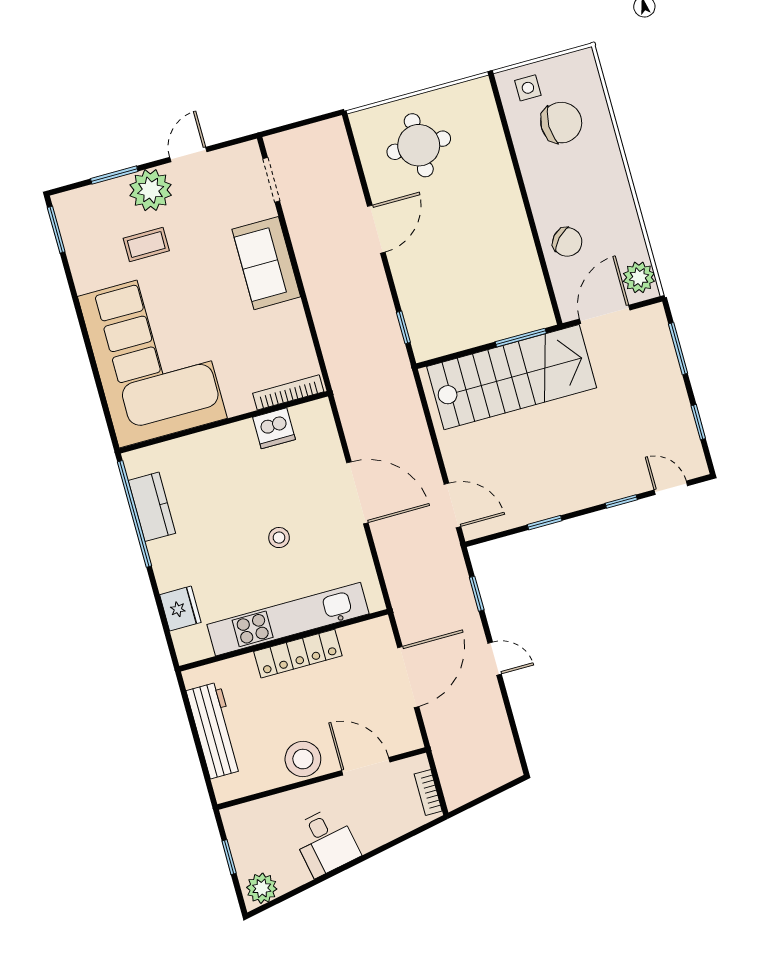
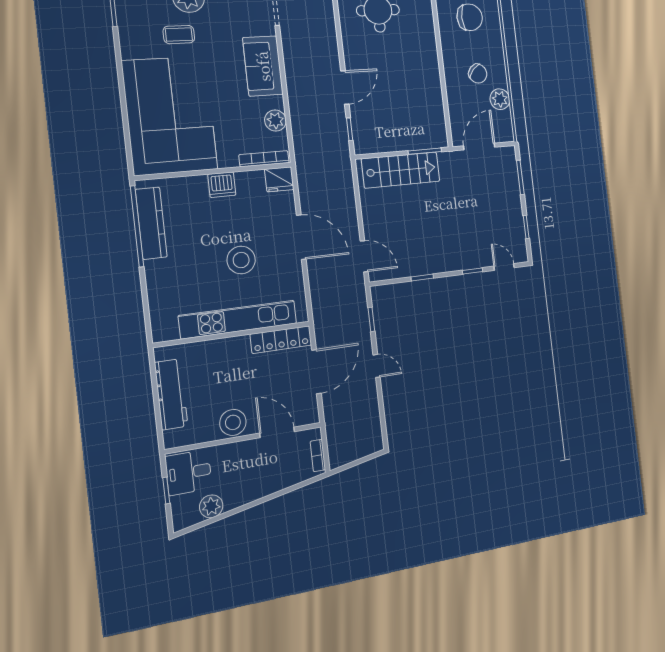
door: (376, 229) -> (345, 87), moved
chair: (567, 242) -> (478, 74), moved
plant: (639, 277) -> (500, 99), moved
plant: (296, 336) -> (275, 121), added
stairs: (512, 377) -> (401, 170), width x0.73, depth x0.66
dishwasher: (274, 428) -> (222, 185), moved
kitchen counter: (152, 507) -> (151, 223), width x1.50
stool: (279, 538) -> (241, 260), width x1.89, depth x1.89
fridge: (180, 609) -> (279, 179), moved, turned 90
locker: (298, 654) -> (281, 340), moved
desk: (325, 842) -> (189, 472), moved, turned 101
plant: (262, 888) -> (211, 506), moved

